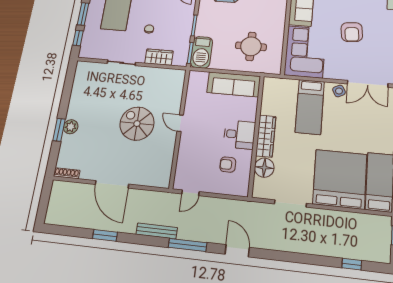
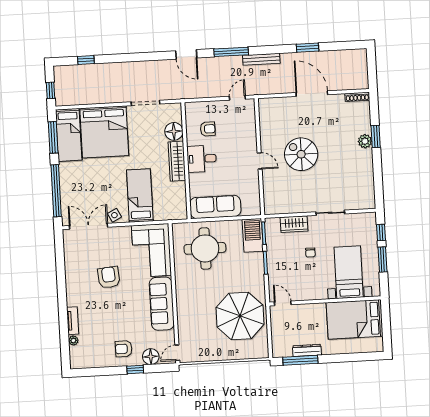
round table: (251, 46) -> (205, 248), width x1.36, depth x1.36
spiral stairs: (137, 124) -> (301, 154), turned 180

